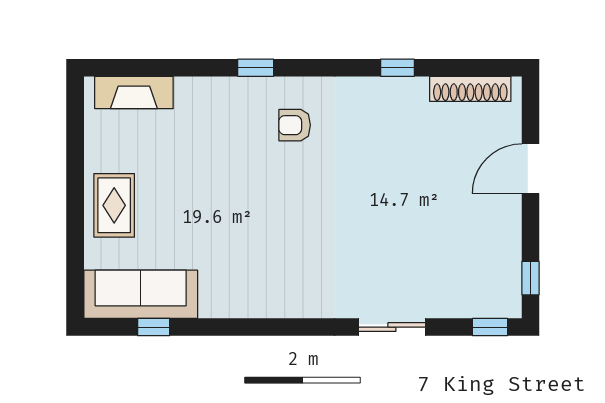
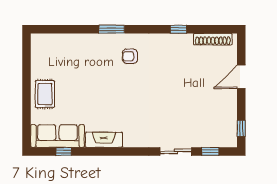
window: (256, 68) -> (112, 29), width x1.50
fireplace: (134, 93) -> (104, 140), moved, turned 180
window: (490, 327) -> (210, 151), moved

